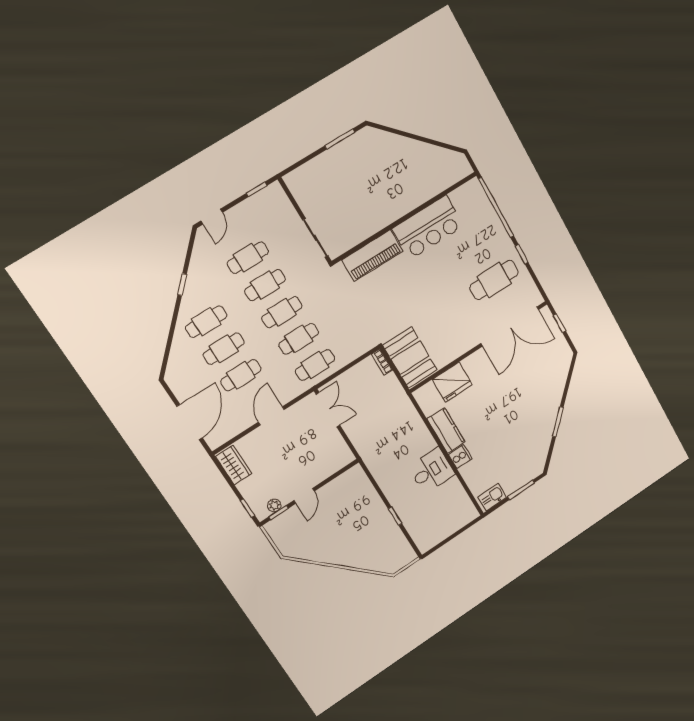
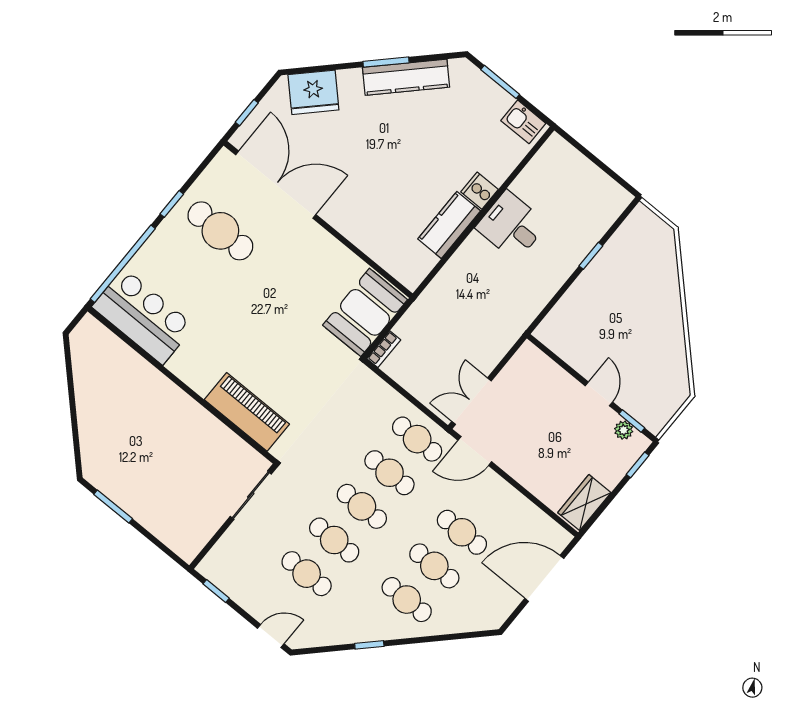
bar counter: (428, 227) -> (143, 316), moved
fridge: (452, 382) -> (313, 92), moved, turned 135
door: (271, 416) -> (475, 451), moved
kitchen counter: (545, 432) -> (406, 77), added
door: (304, 496) -> (599, 394), hinge flipped

